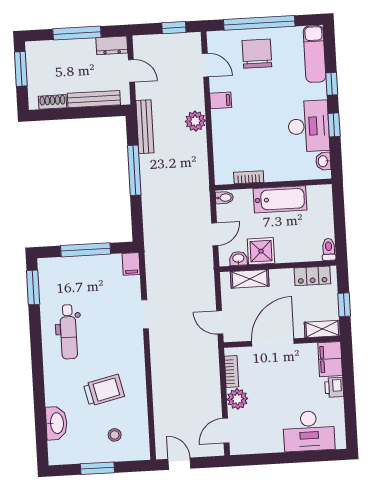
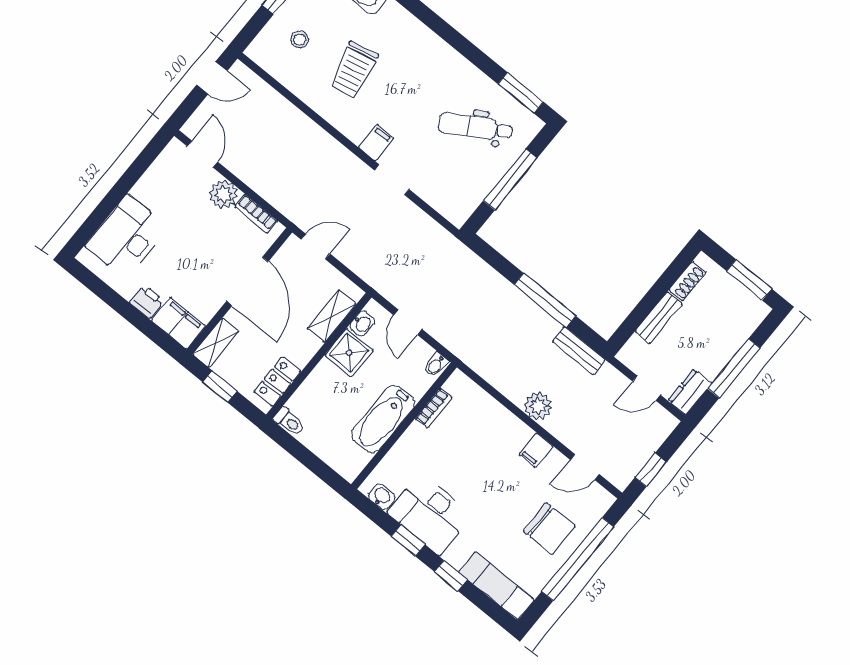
bench: (94, 99) -> (659, 318), width x0.73
bench: (145, 127) -> (579, 351), width x0.73
filing cabinet: (131, 264) -> (376, 143), moved, turned 90
dental chair: (68, 332) -> (475, 127), moved, turned -31

